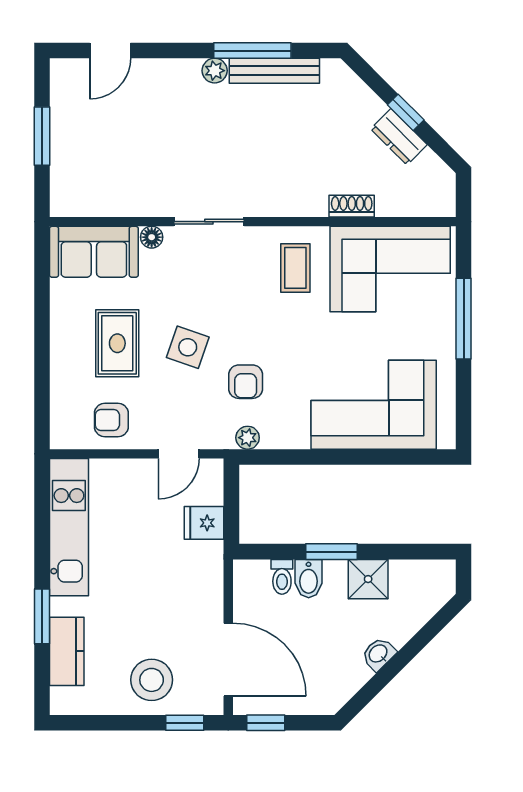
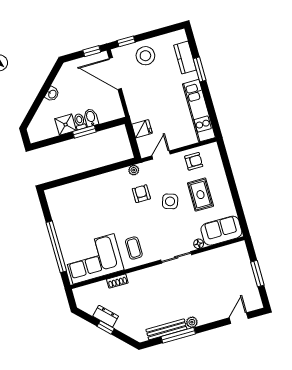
window: (464, 319) -> (56, 247), width x1.46
corner sofa: (374, 405) -> (84, 199), removed
toilet: (282, 577) -> (80, 122), moved

